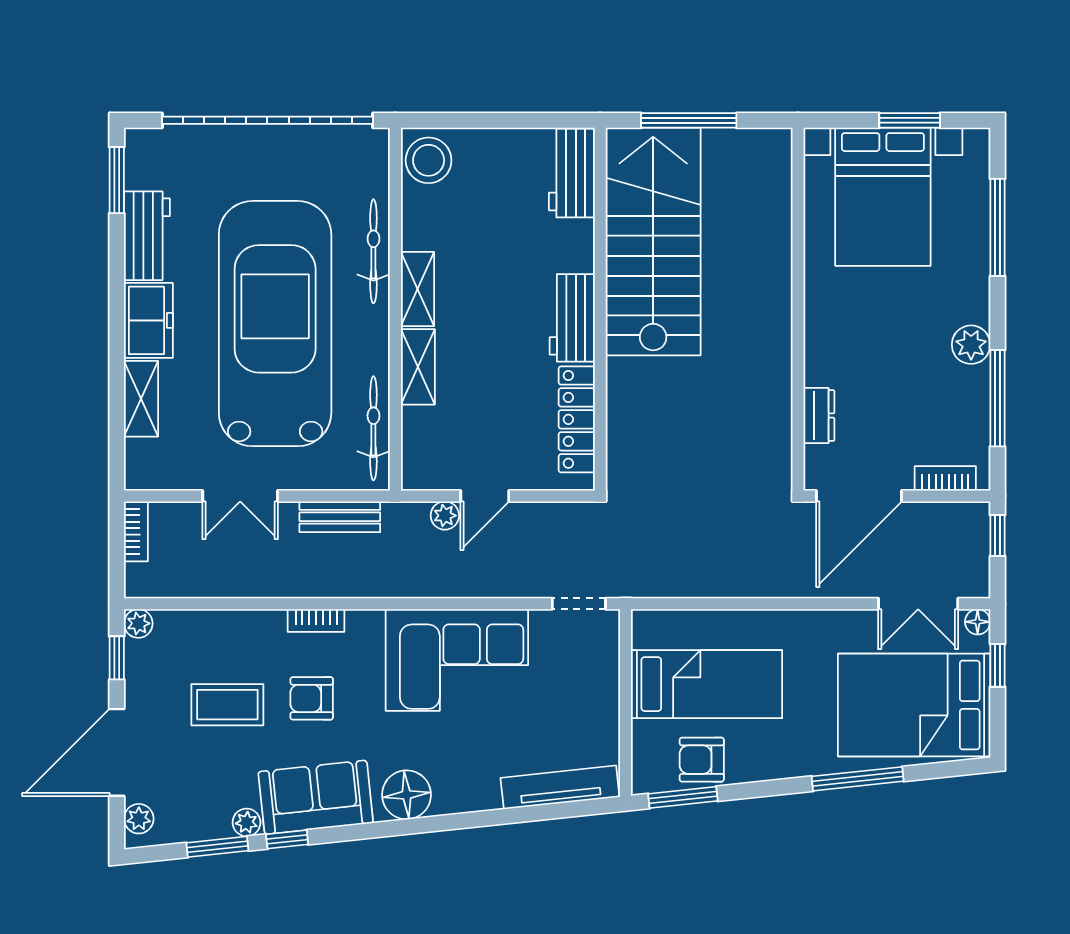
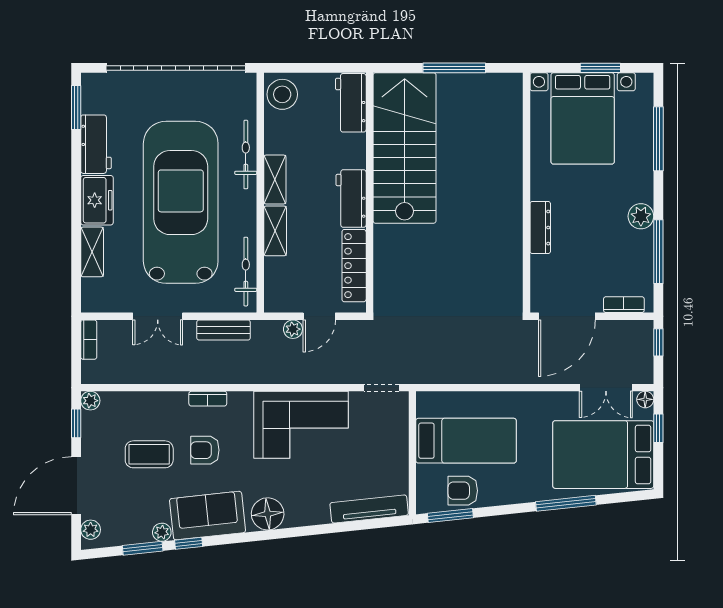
workbench: (572, 173) -> (351, 103), moved
stairs: (653, 241) -> (405, 148), moved
wall: (600, 309) -> (370, 193), moved
workbench: (572, 318) -> (351, 199), moved
dresser: (819, 416) -> (540, 228), moved, width x1.44
locker: (577, 419) -> (354, 266), moved

